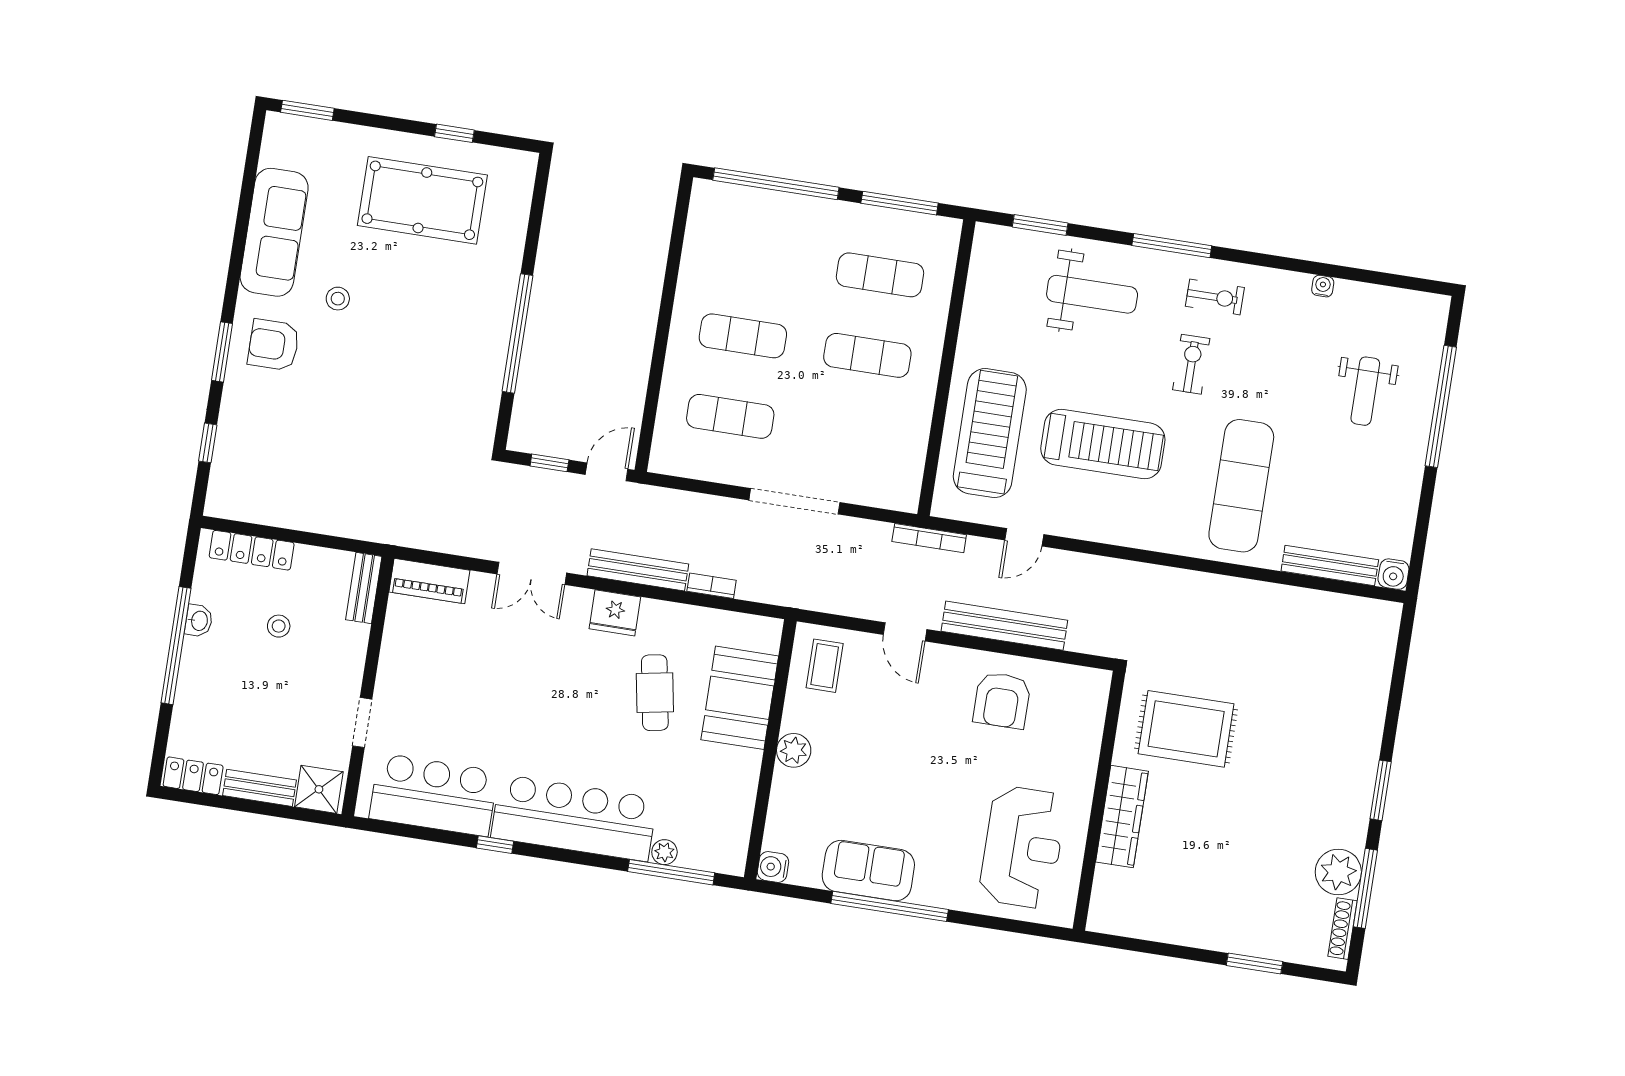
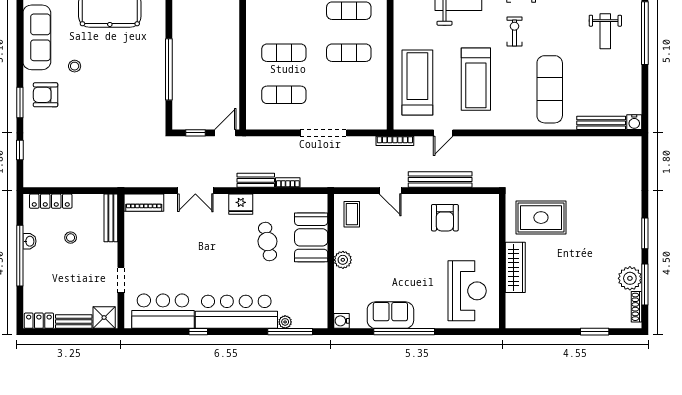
treadmill: (1103, 444) -> (476, 79), turned 90
bench: (638, 570) -> (256, 180), width x0.73
bench: (364, 588) -> (111, 218), width x1.36

